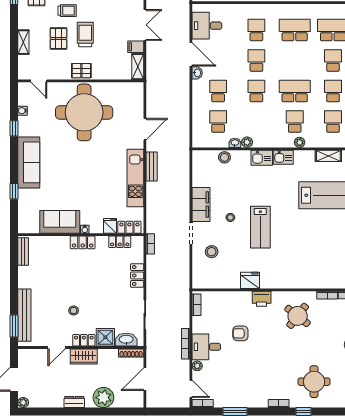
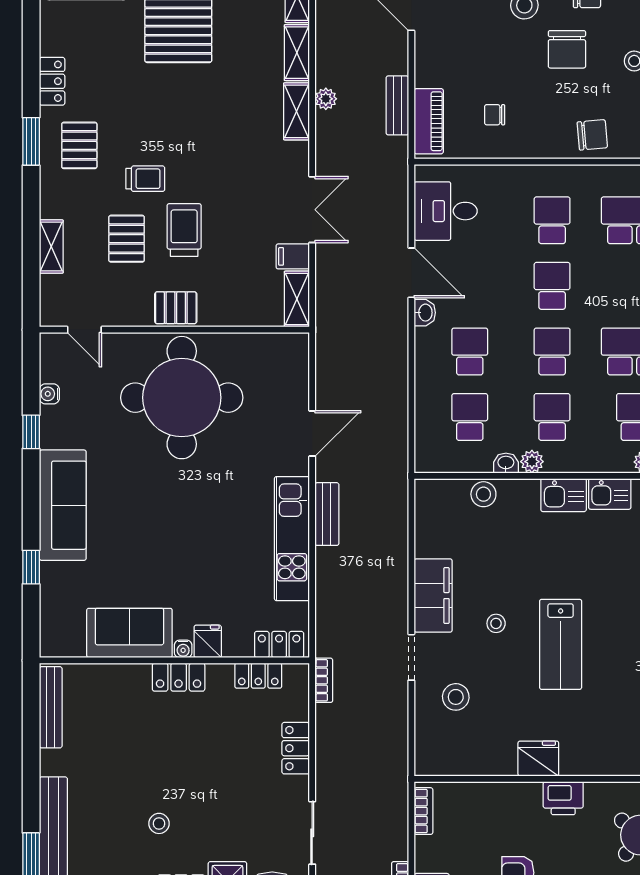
school desk: (256, 121) -> (552, 417), added
fridge: (110, 226) -> (208, 641), moved
bench: (23, 251) -> (51, 707), width x1.36

